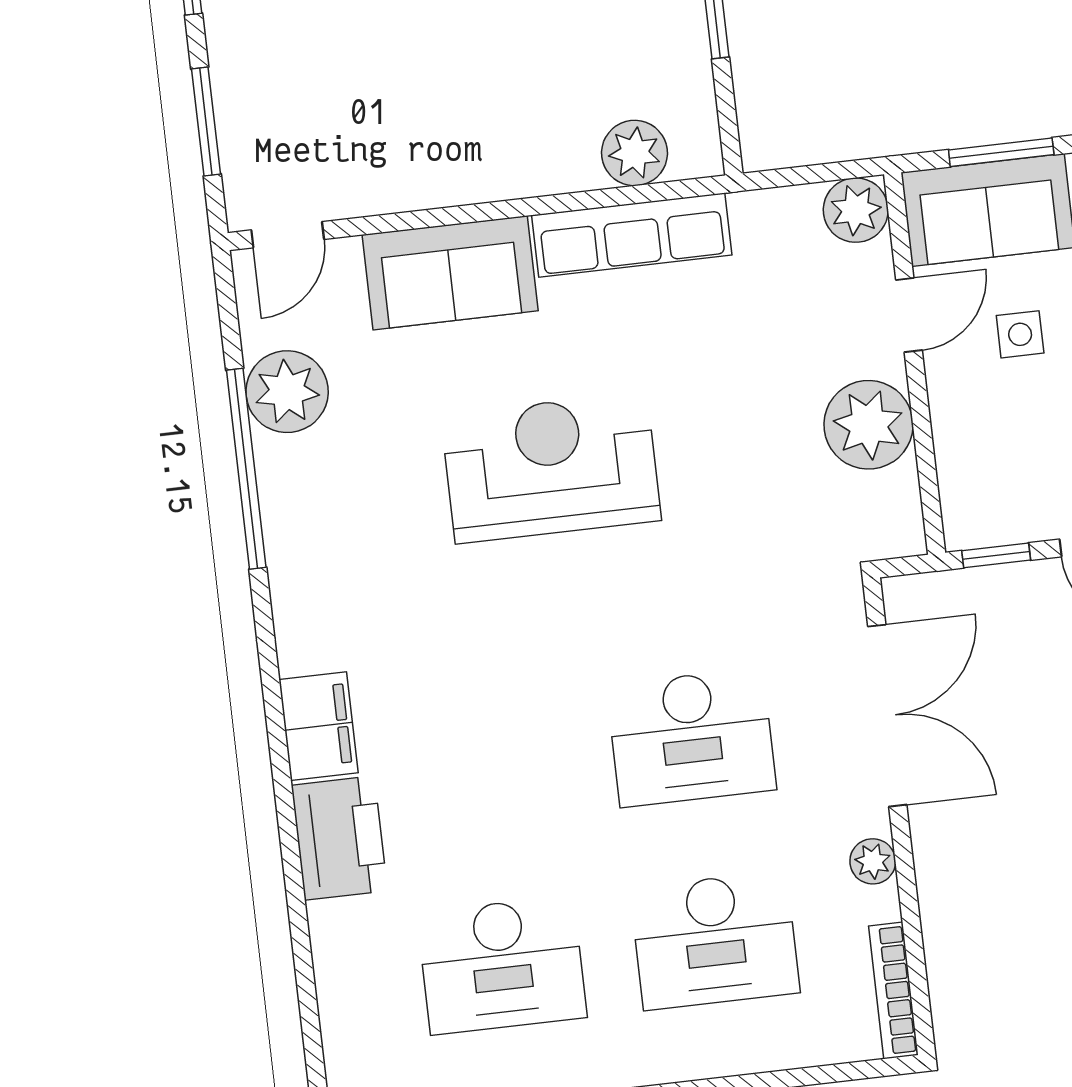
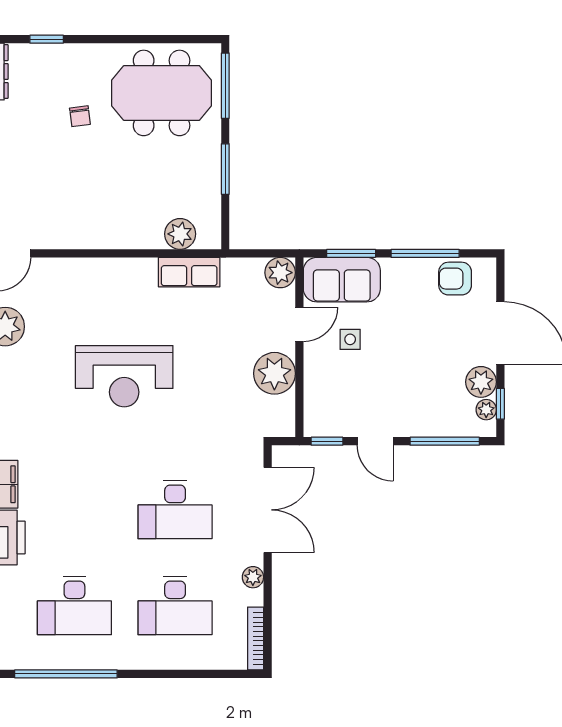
row of seats: (632, 235) -> (189, 272), width x0.68
sofa: (450, 273) -> (88, 280), removed
reception desk: (551, 468) -> (124, 376), turned 180

